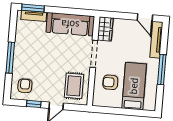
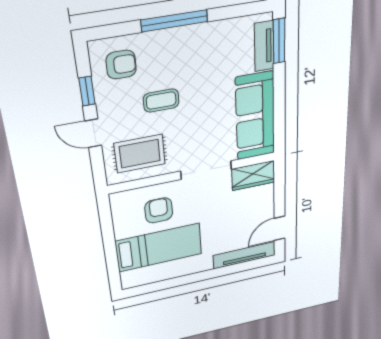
coffee table: (48, 70) -> (161, 101), added
window: (162, 70) -> (195, 278), removed

